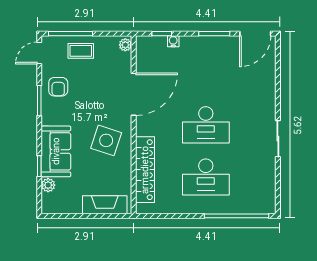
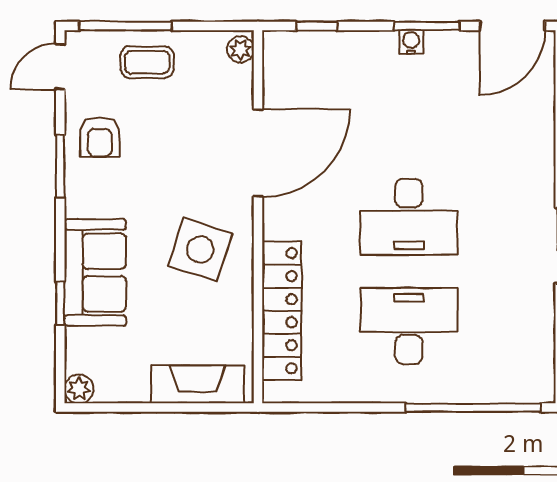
water cooler: (173, 41) -> (411, 42), moved
desk: (206, 177) -> (409, 326), turned 180
plant: (48, 185) -> (79, 389), moved

